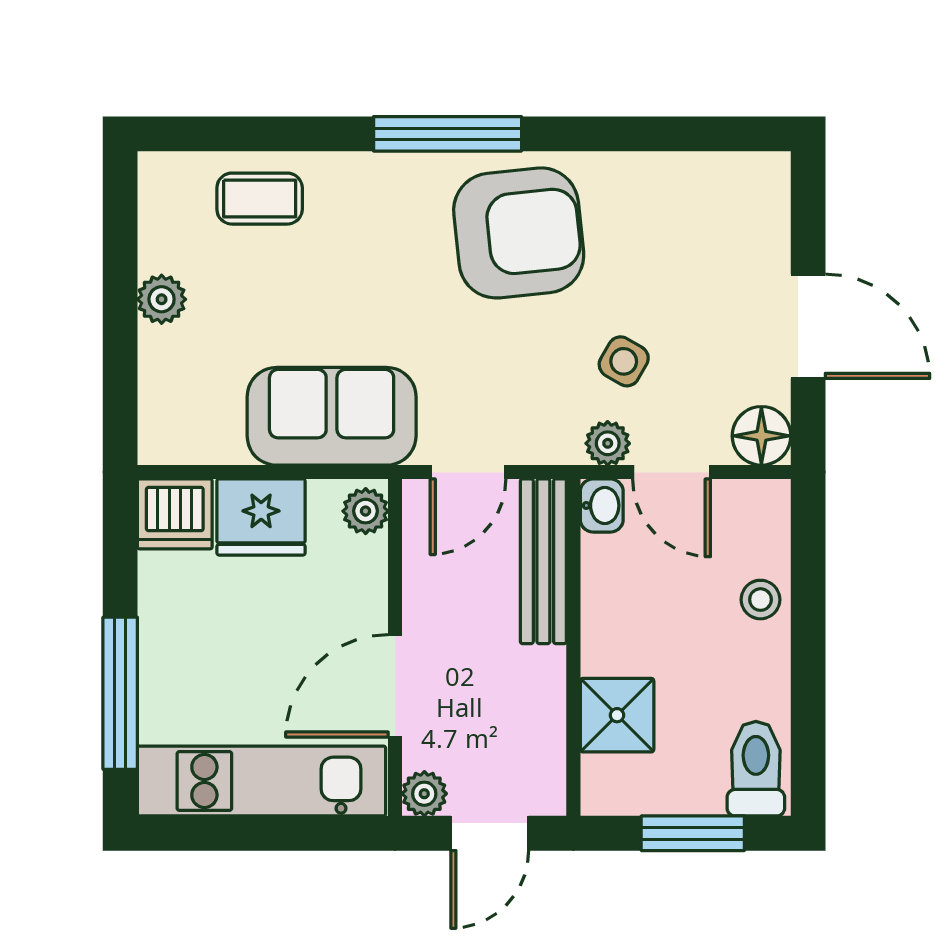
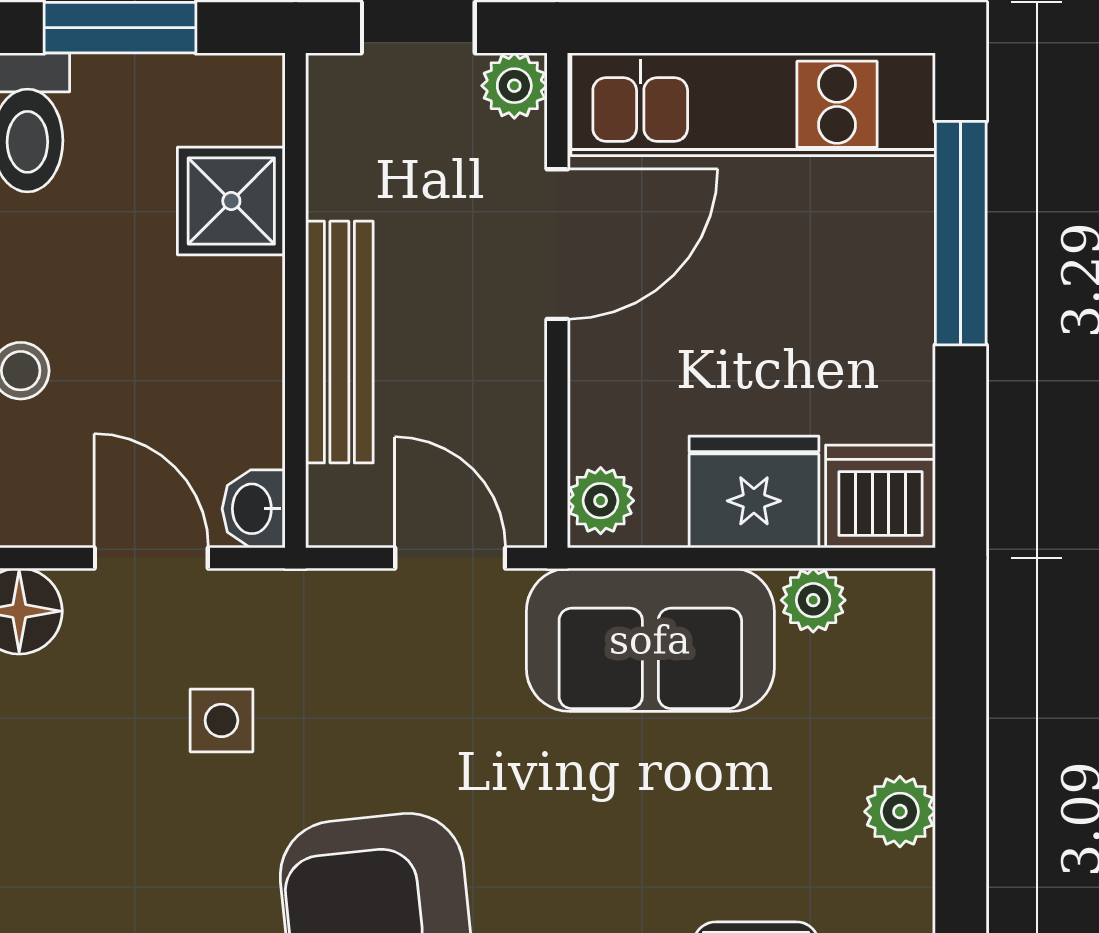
side table: (624, 361) -> (221, 720), turned -30
plant: (608, 443) -> (813, 600), moved
door: (468, 472) -> (450, 558), hinge flipped
bench: (543, 561) -> (339, 342), moved

